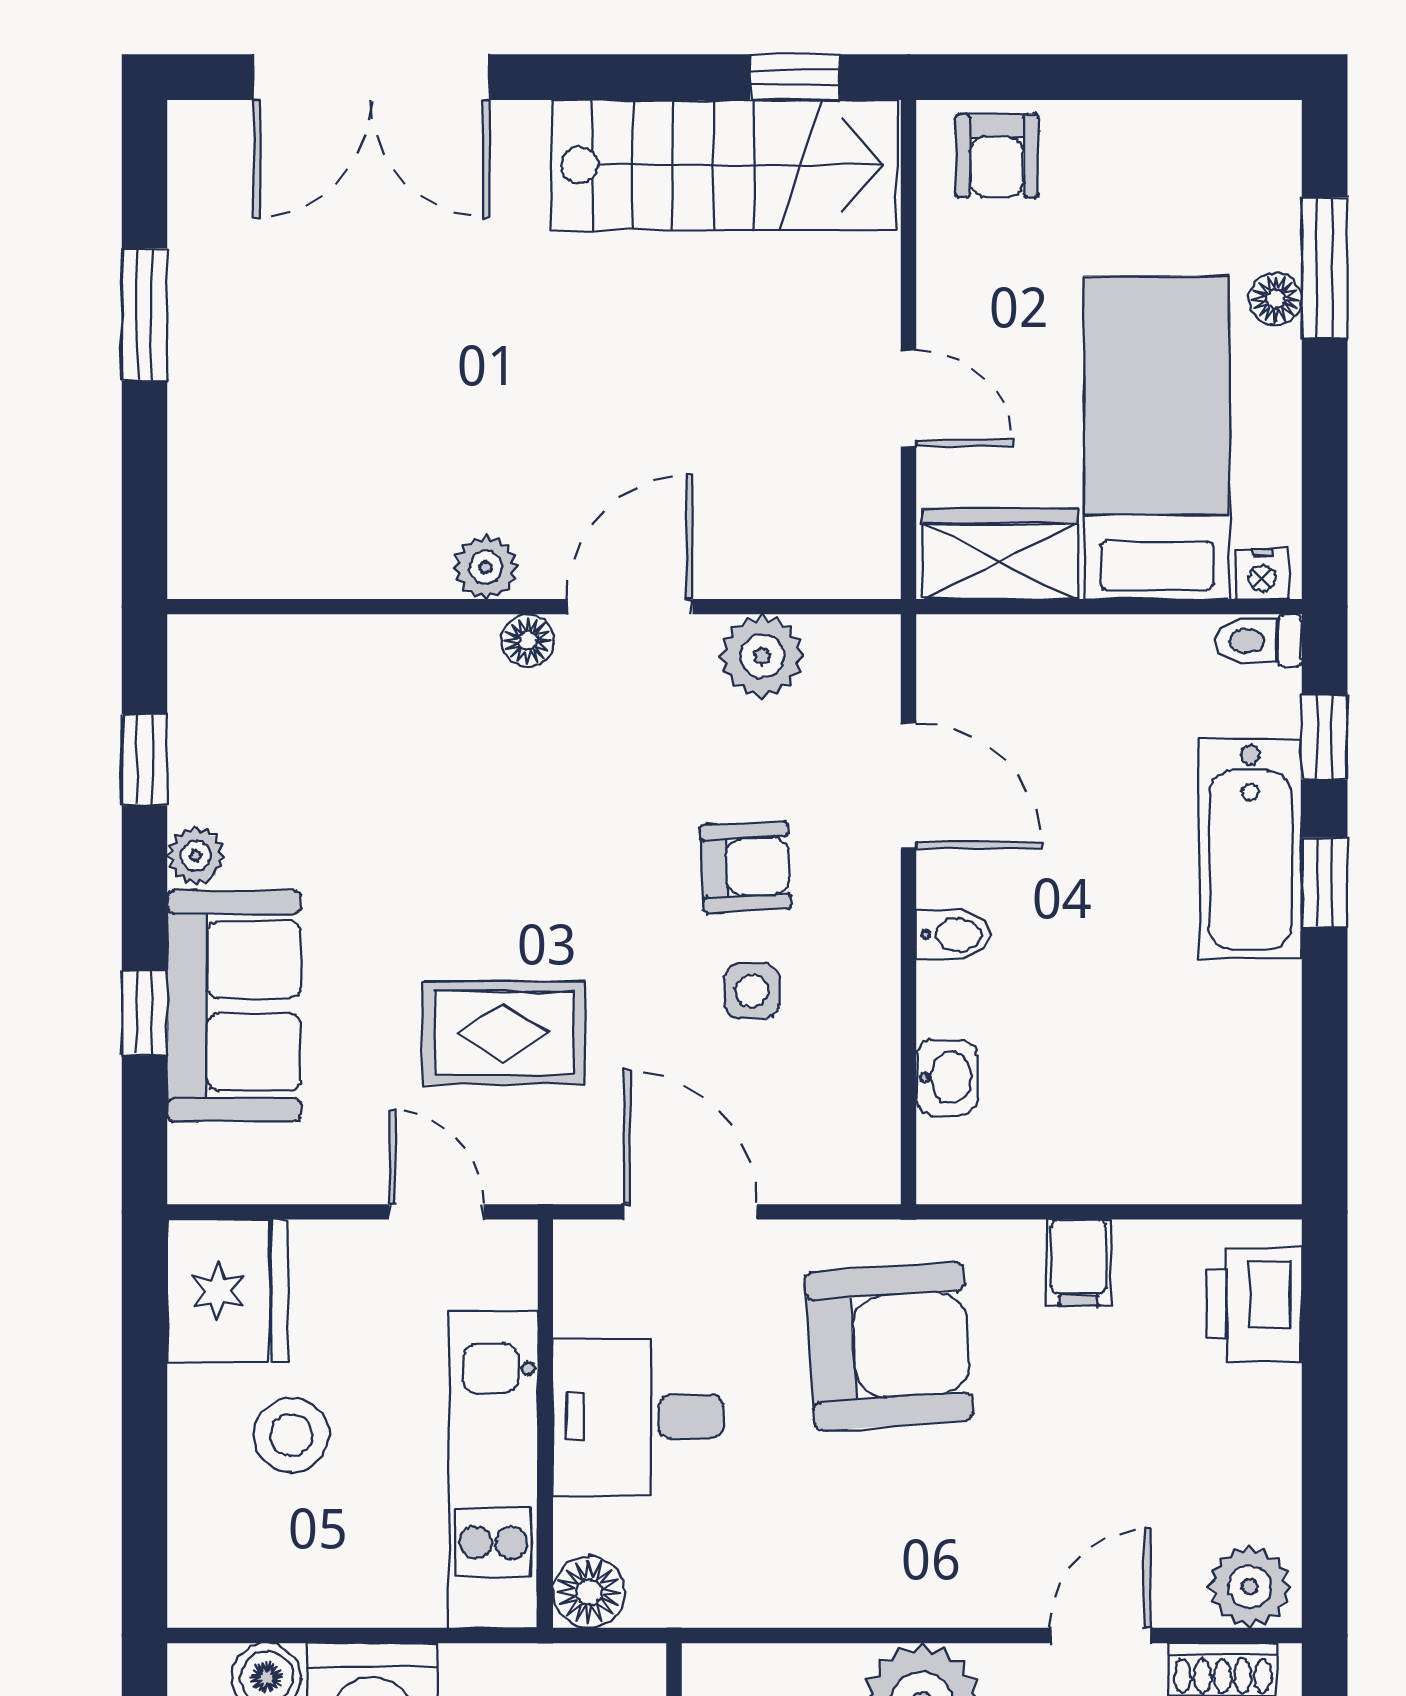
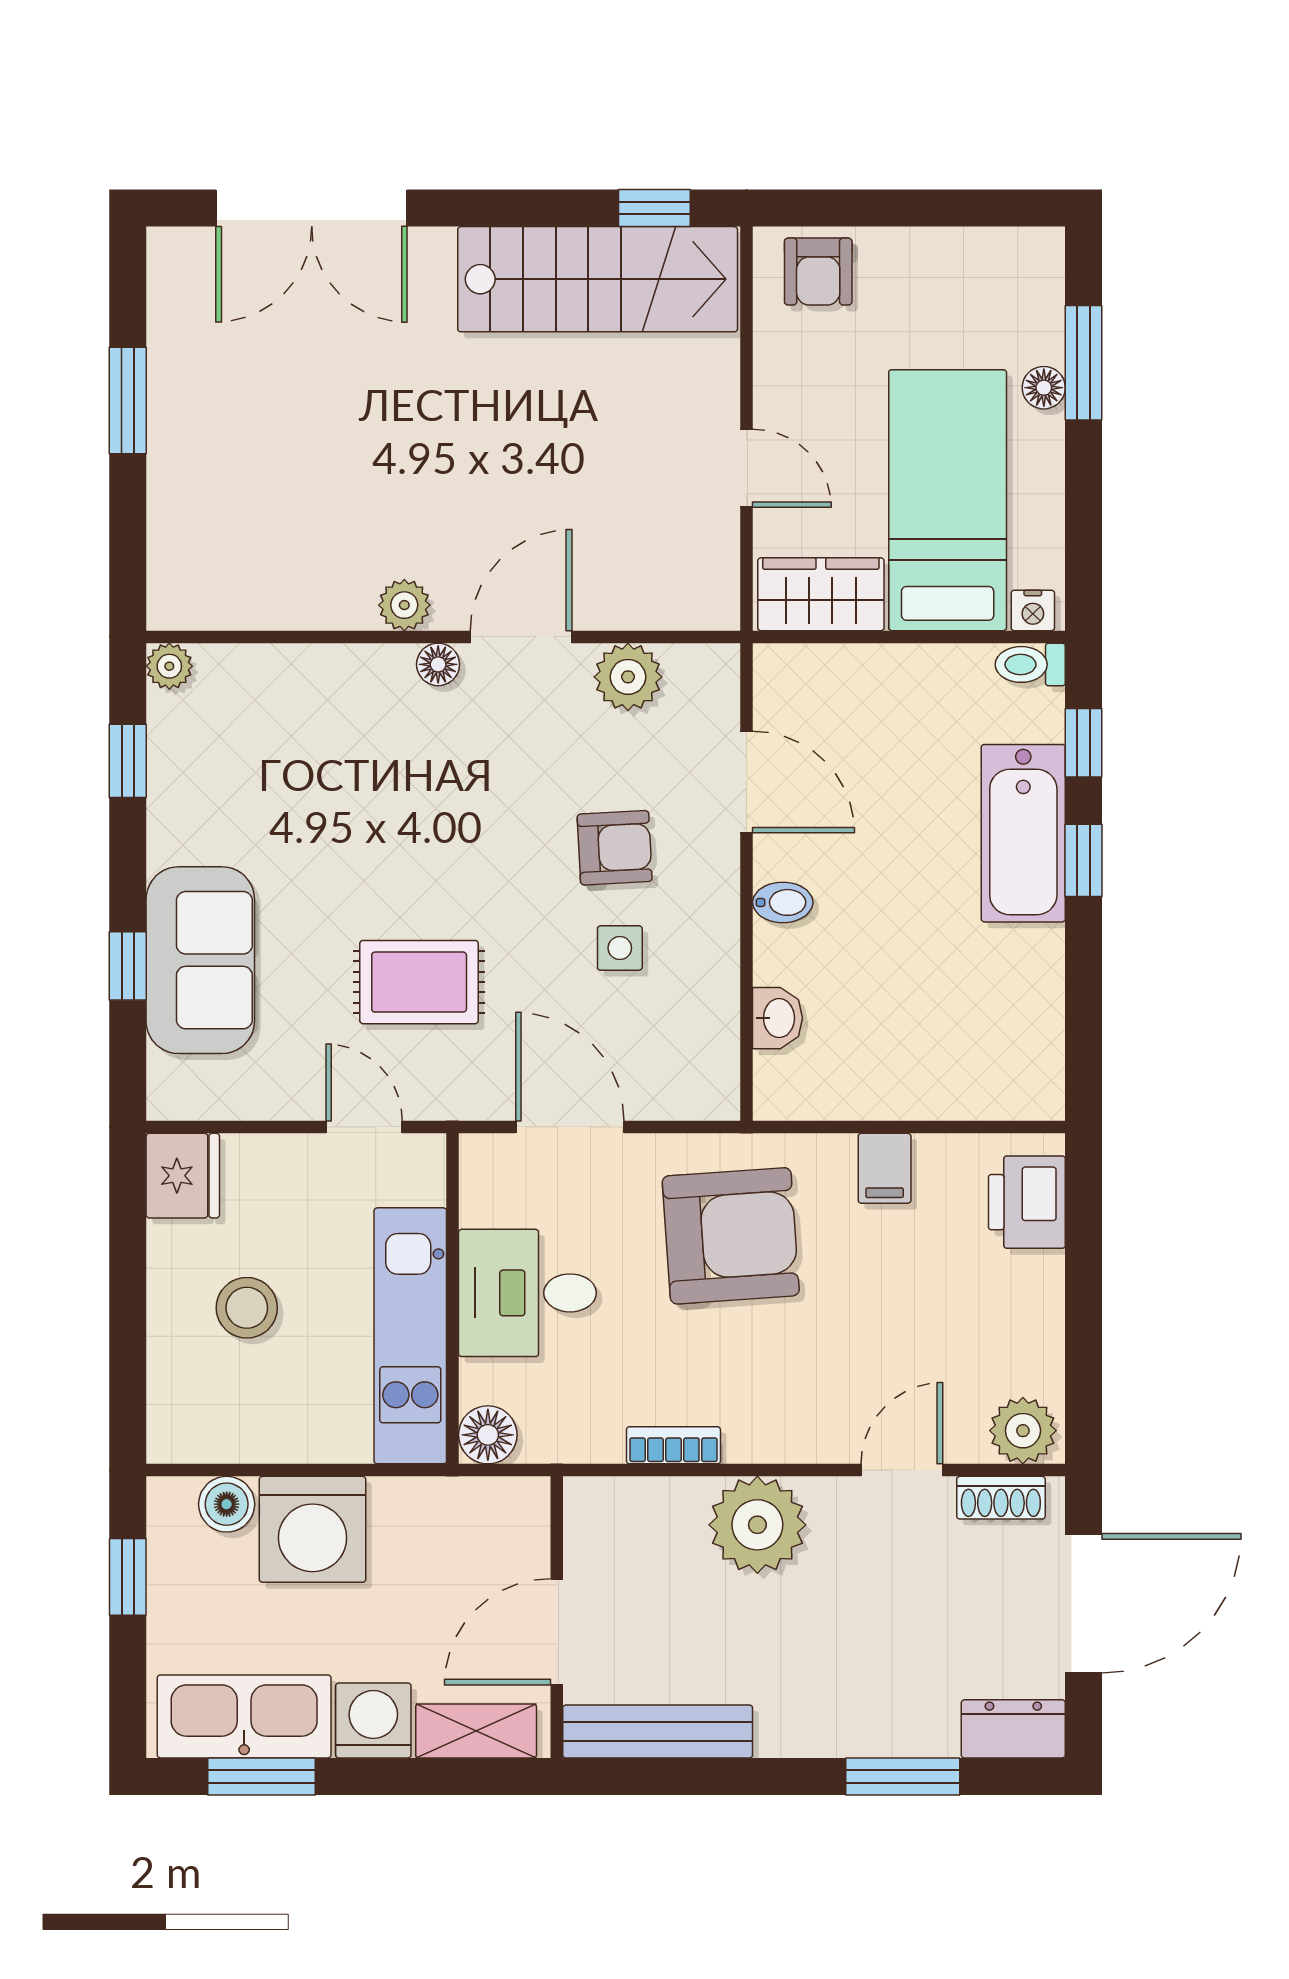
plant: (196, 856) -> (169, 666), moved
fridge: (228, 1291) -> (183, 1176), width x0.73, depth x0.75
bookcase: (818, 1605) -> (673, 1445), added

